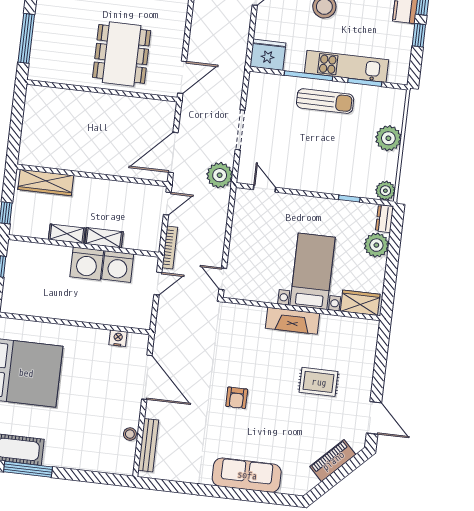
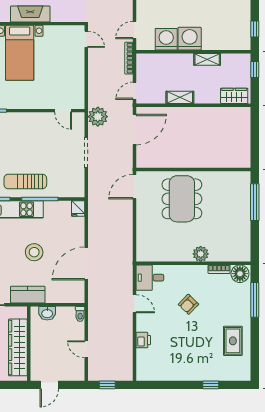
fridge: (268, 55) -> (78, 208), width x0.53, depth x0.75
wardrobe: (46, 182) -> (234, 96), width x0.67
shelving: (104, 238) -> (180, 97), moved

